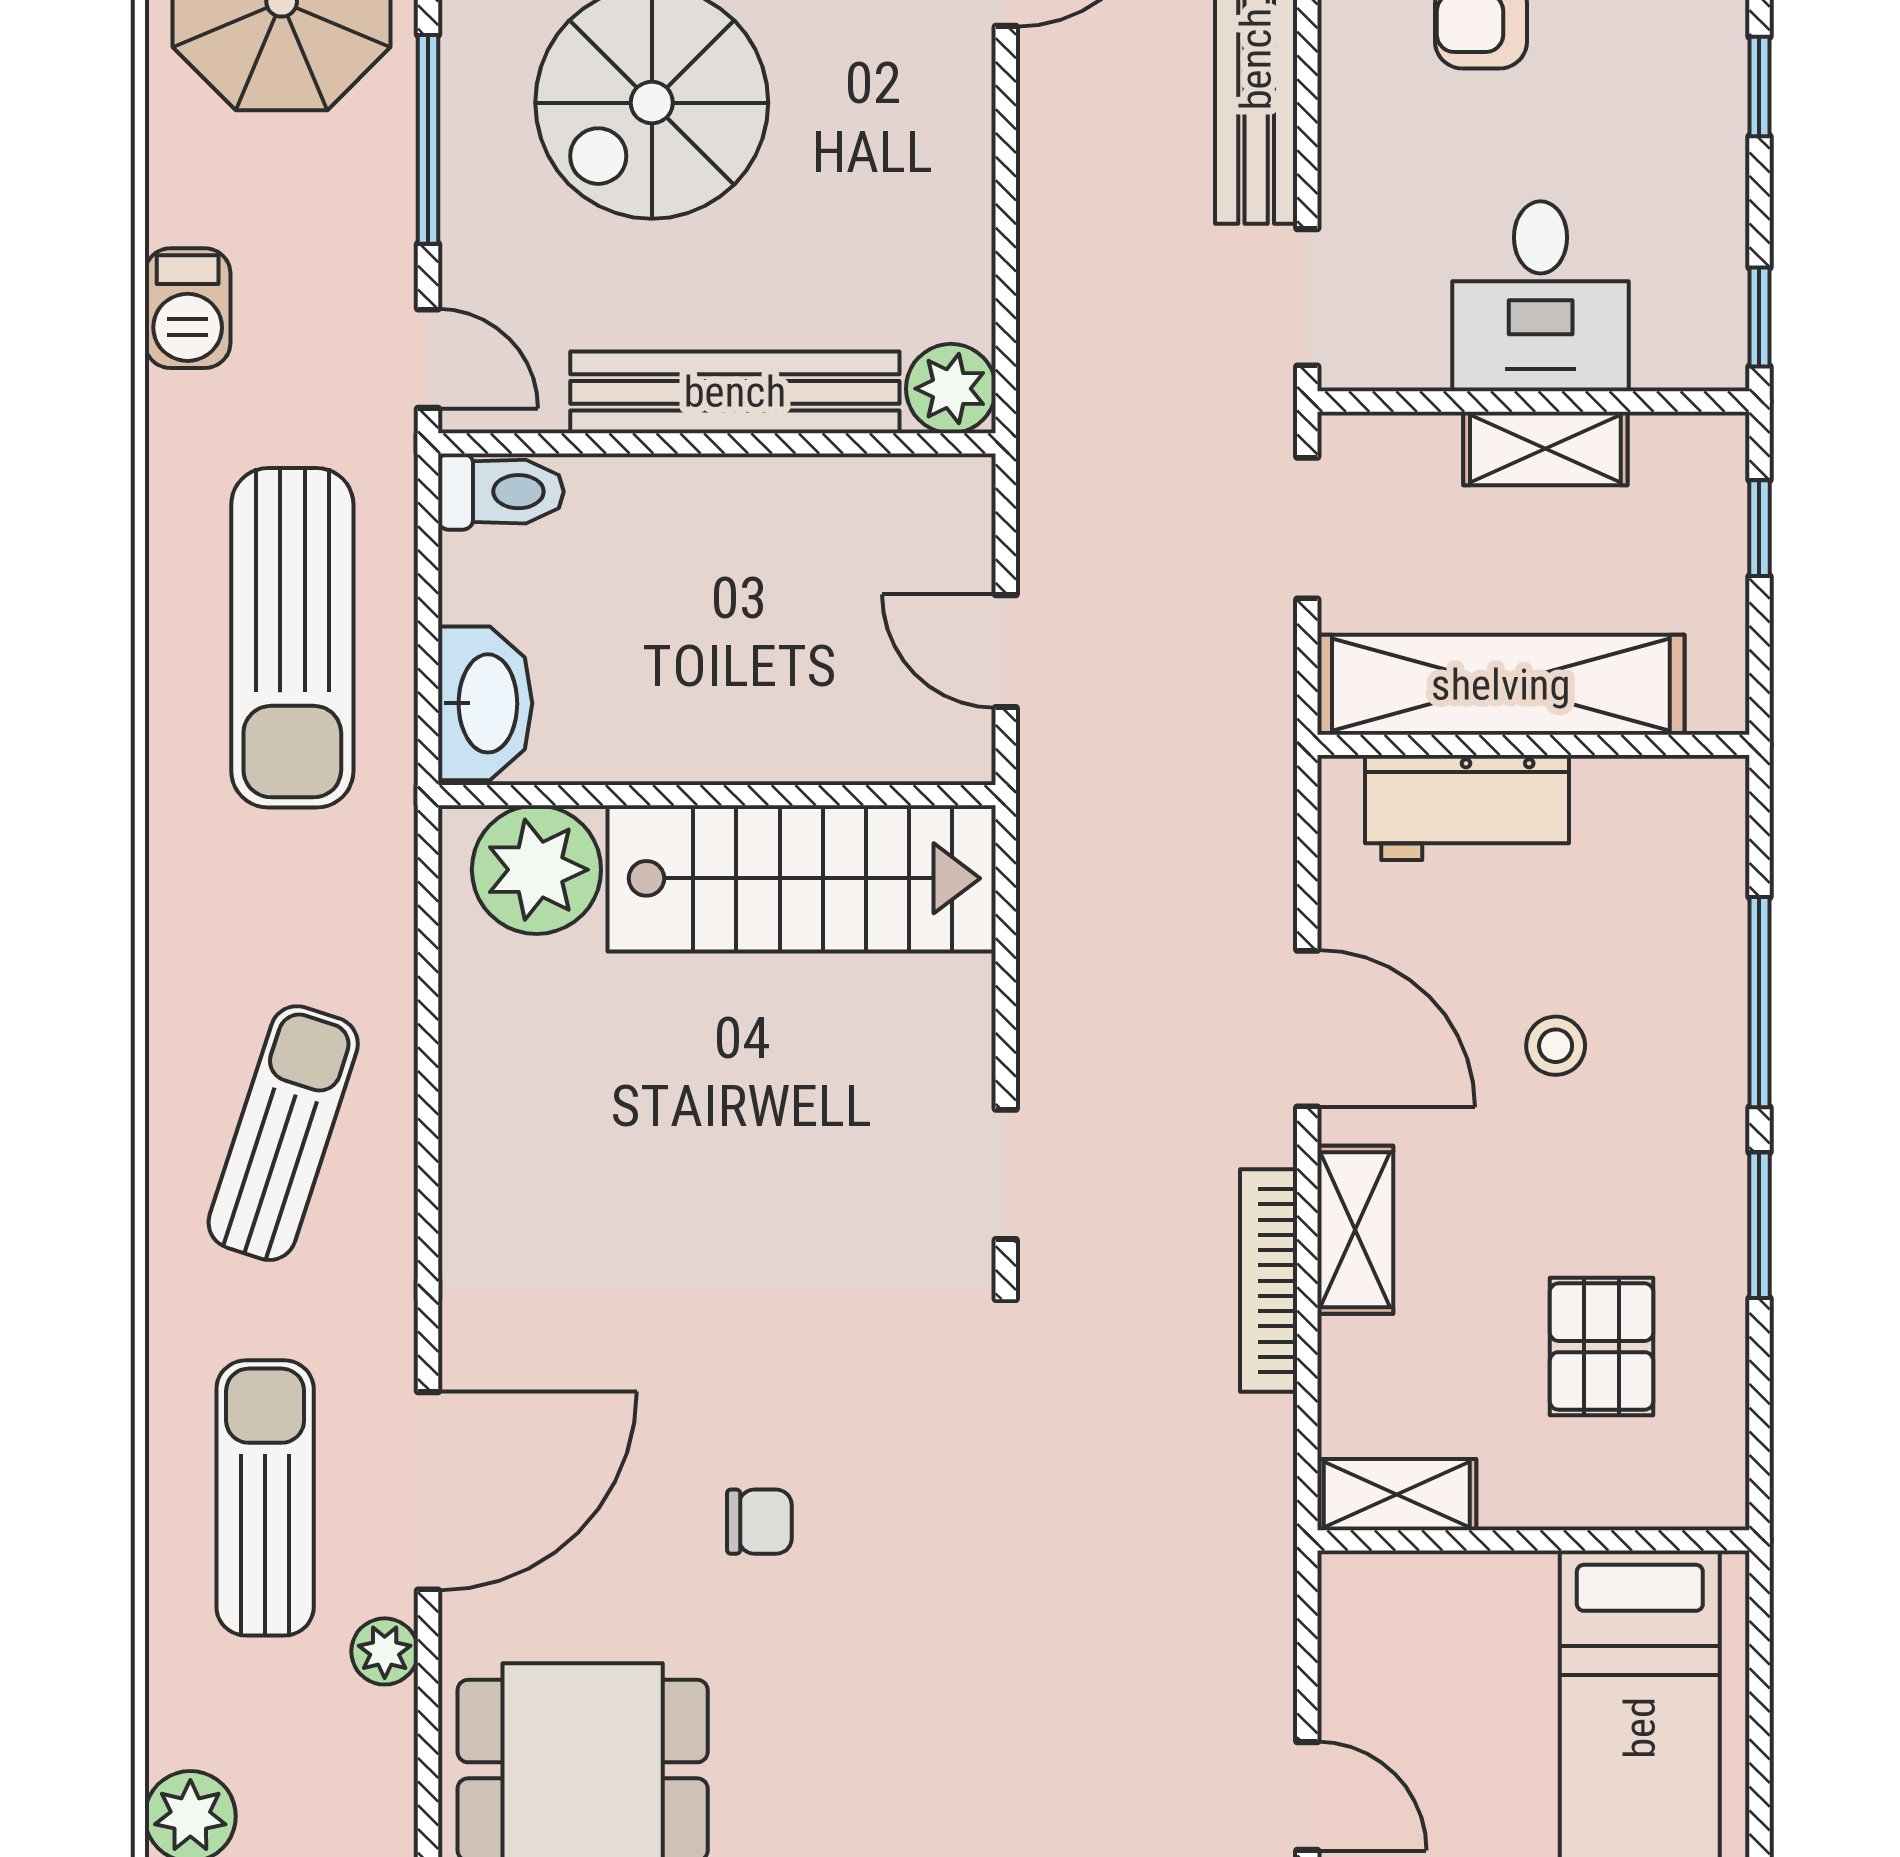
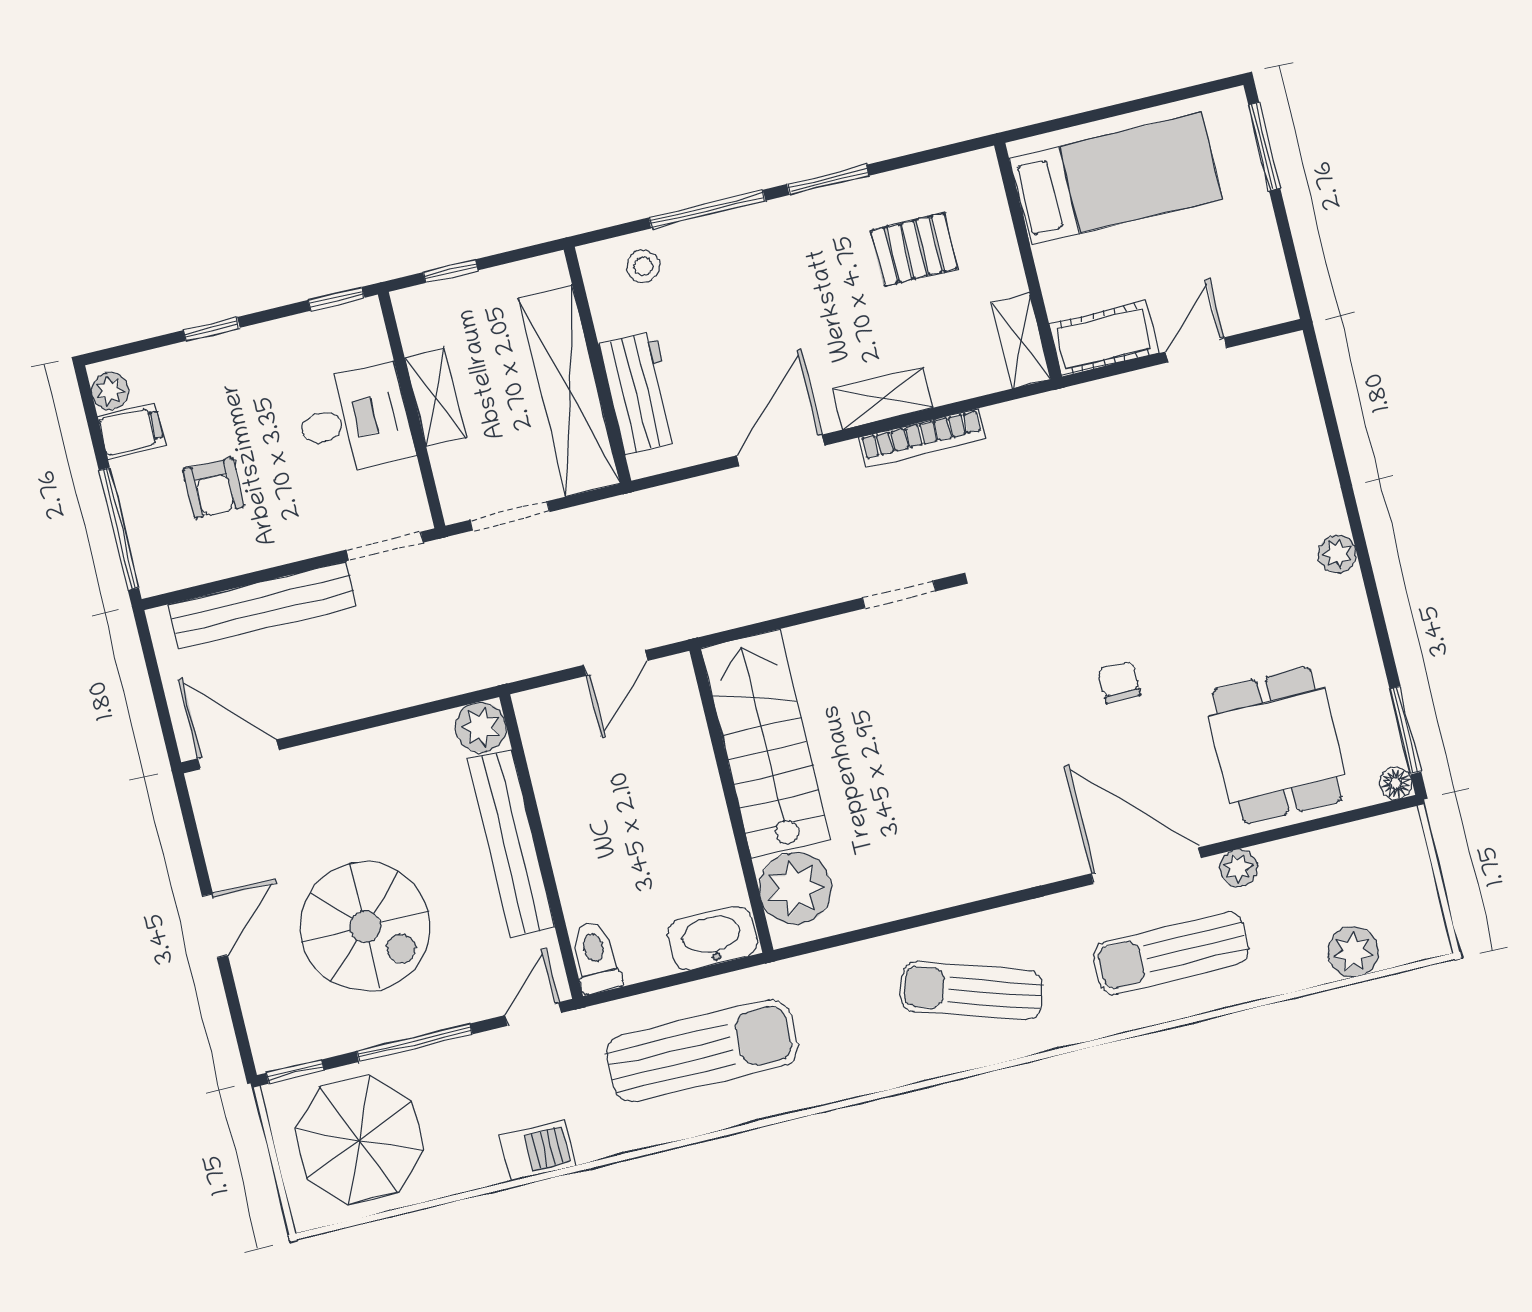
stool: (1556, 1046) -> (643, 266), moved
cot: (1366, 1640) -> (1104, 339), added

